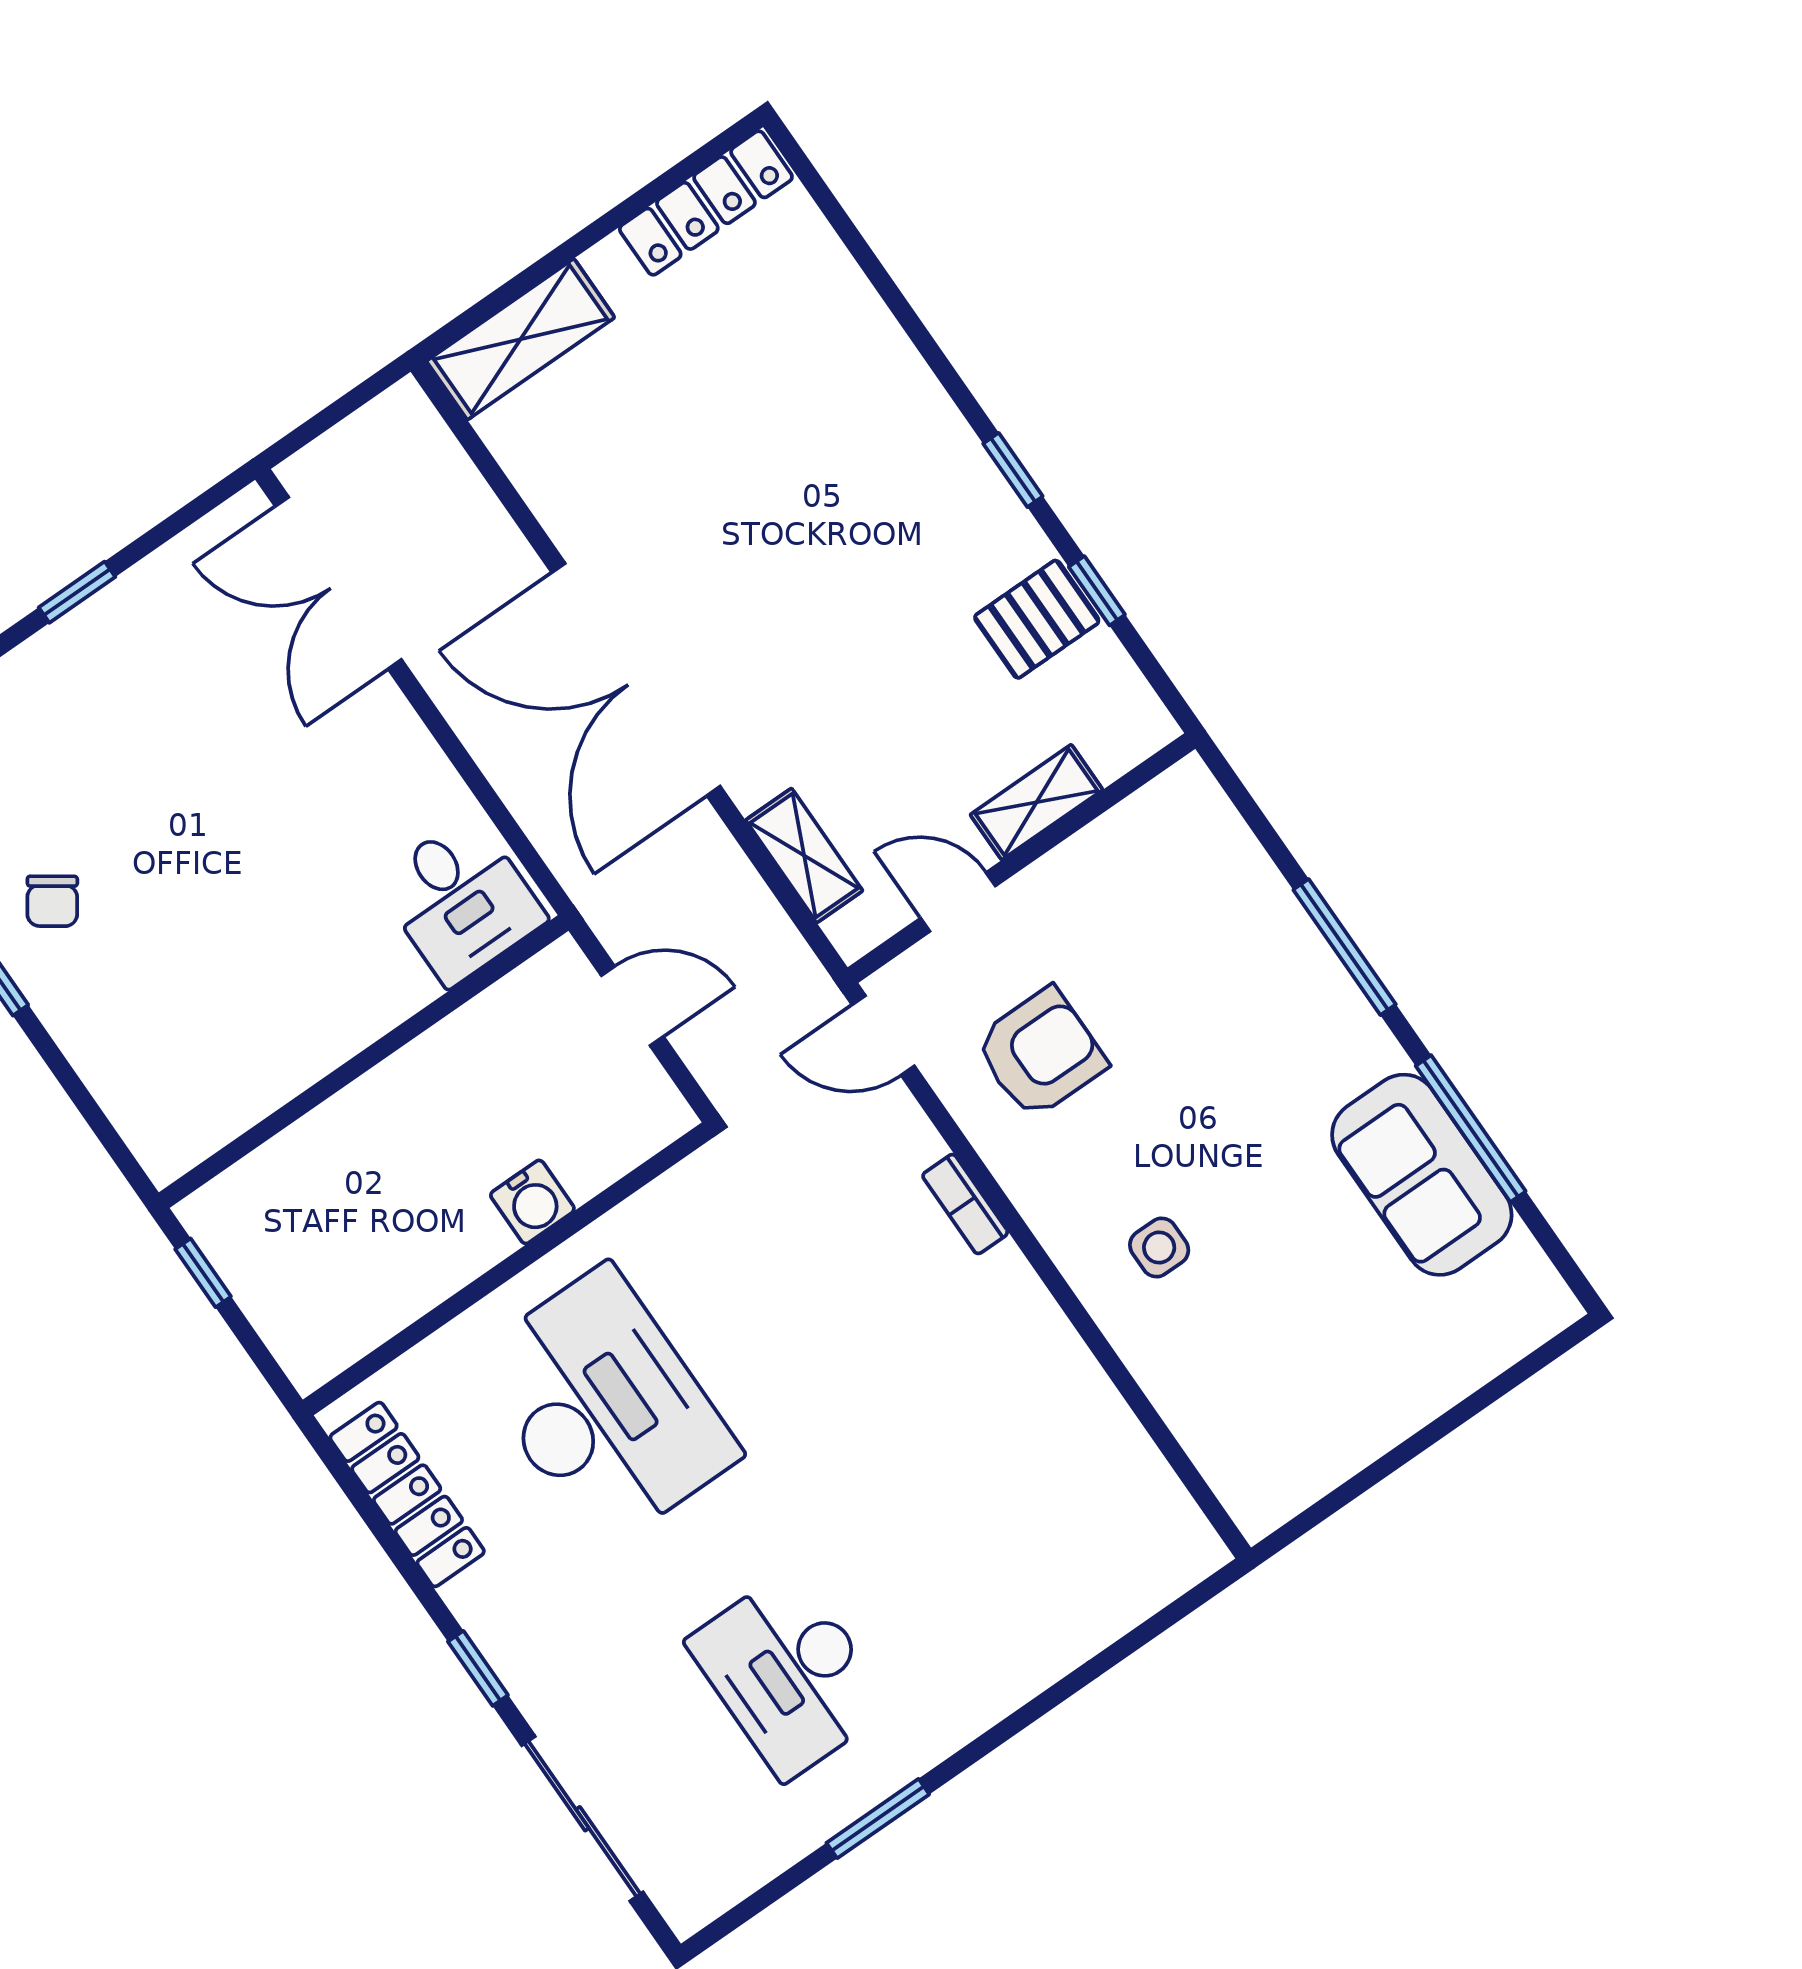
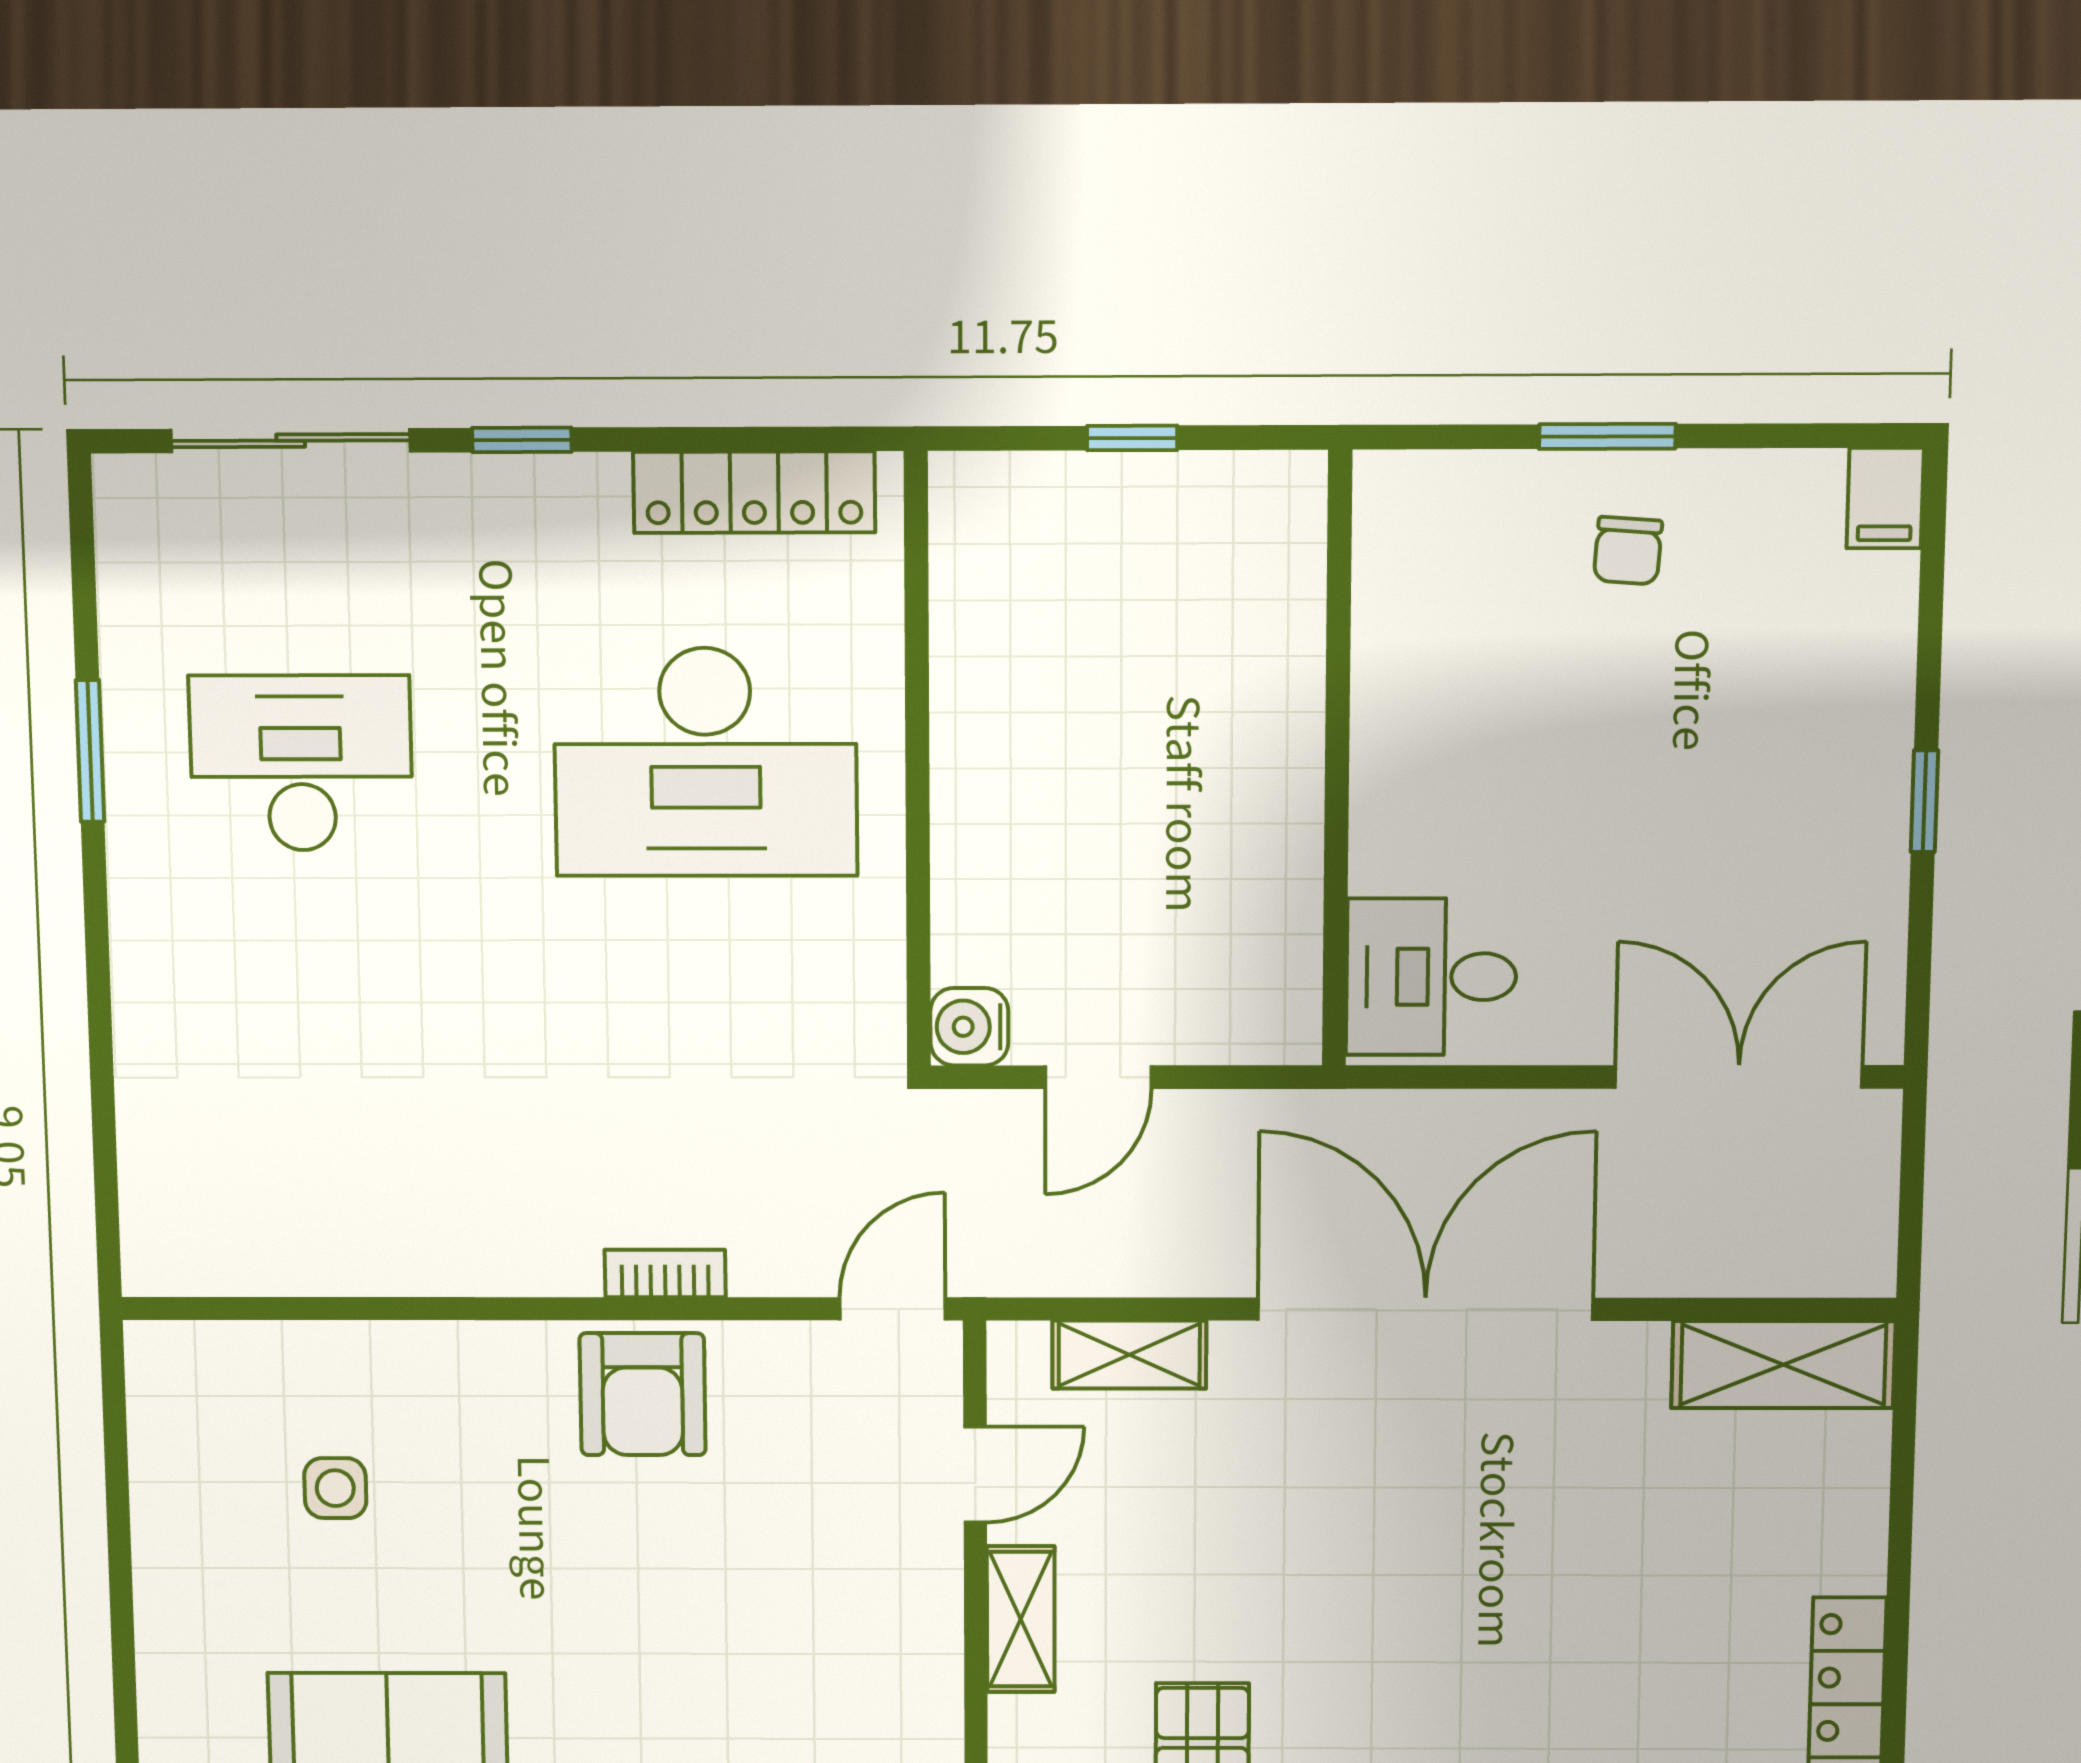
shelving: (521, 339) -> (1783, 1365), moved, turned 90
desk: (461, 900) -> (1431, 977), moved
chair: (52, 901) -> (1628, 551), turned -121
armchair: (1040, 1053) -> (643, 1394), moved
wall: (364, 1062) -> (1337, 761), moved
water cooler: (532, 1202) -> (969, 1027), moved
side table: (1159, 1247) -> (335, 1488), moved

